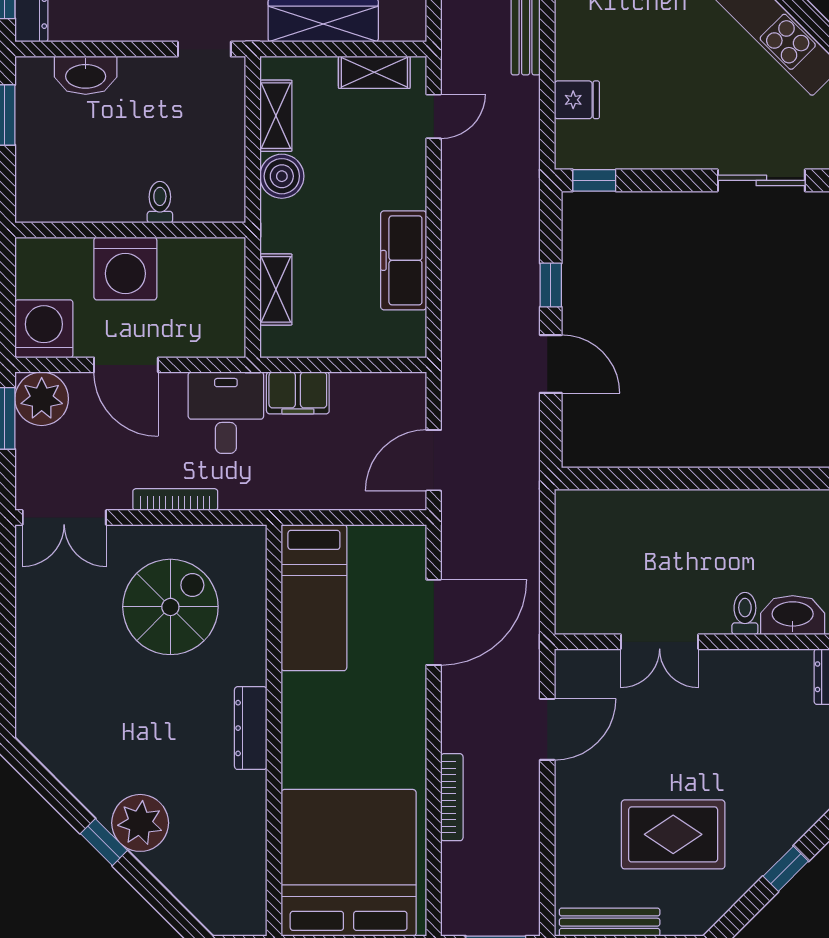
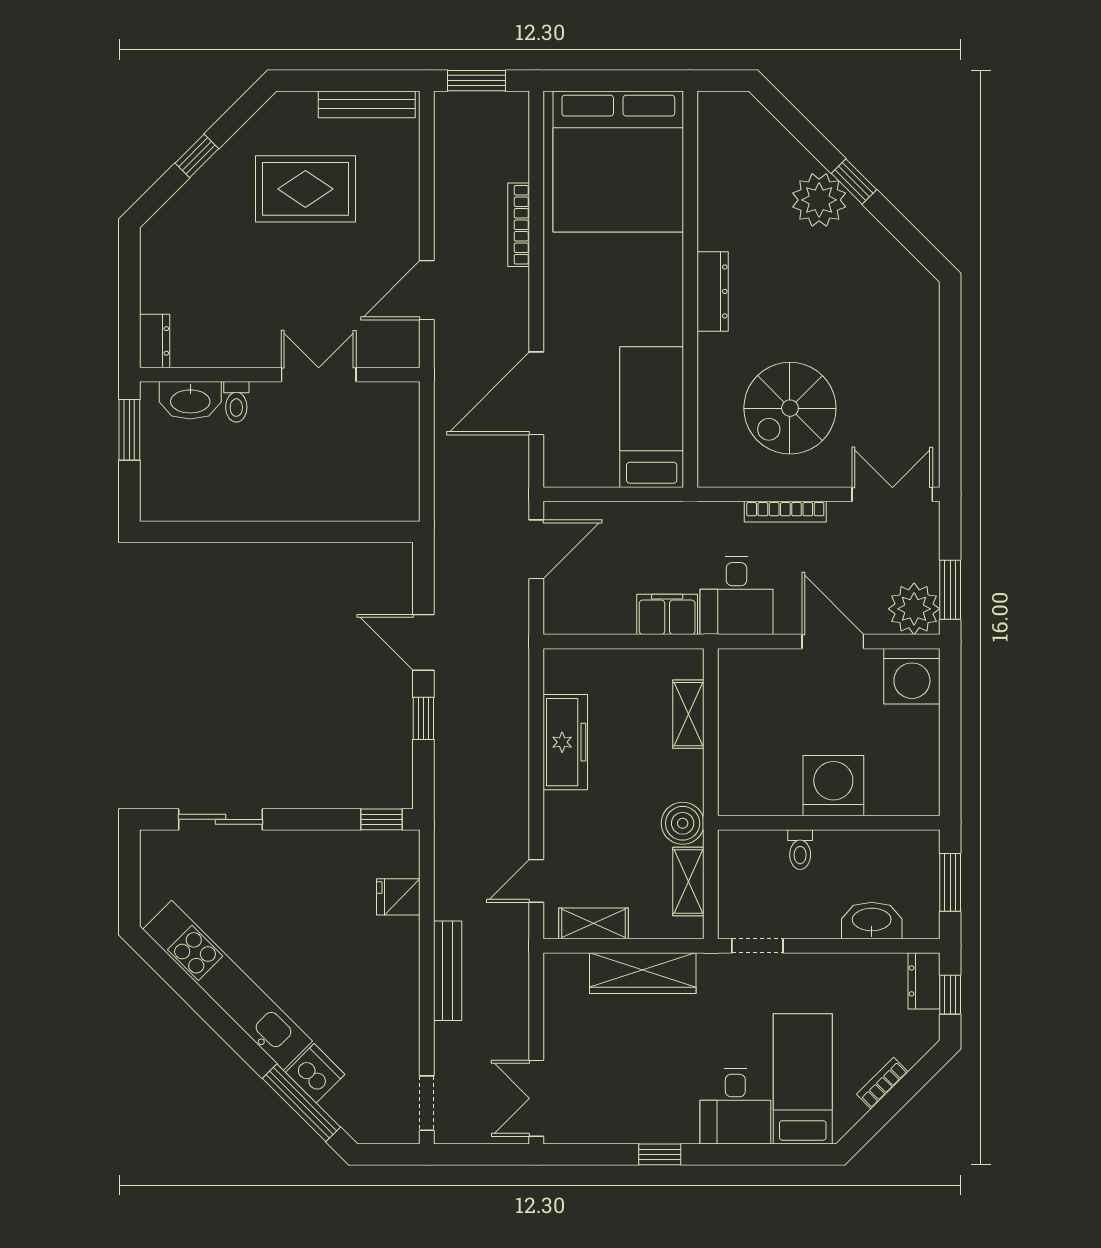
toilet: (160, 202) -> (800, 850), moved
wall: (130, 230) -> (829, 823), moved
washing machine: (125, 269) -> (833, 786), moved

